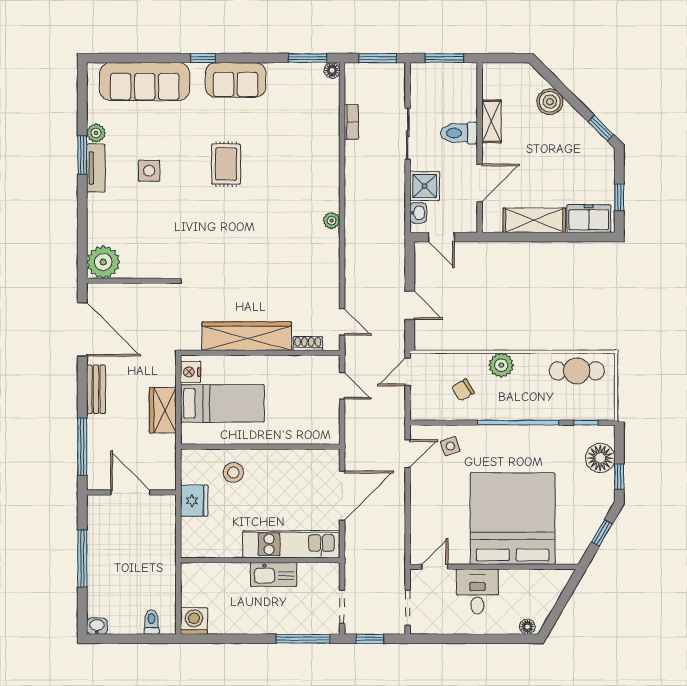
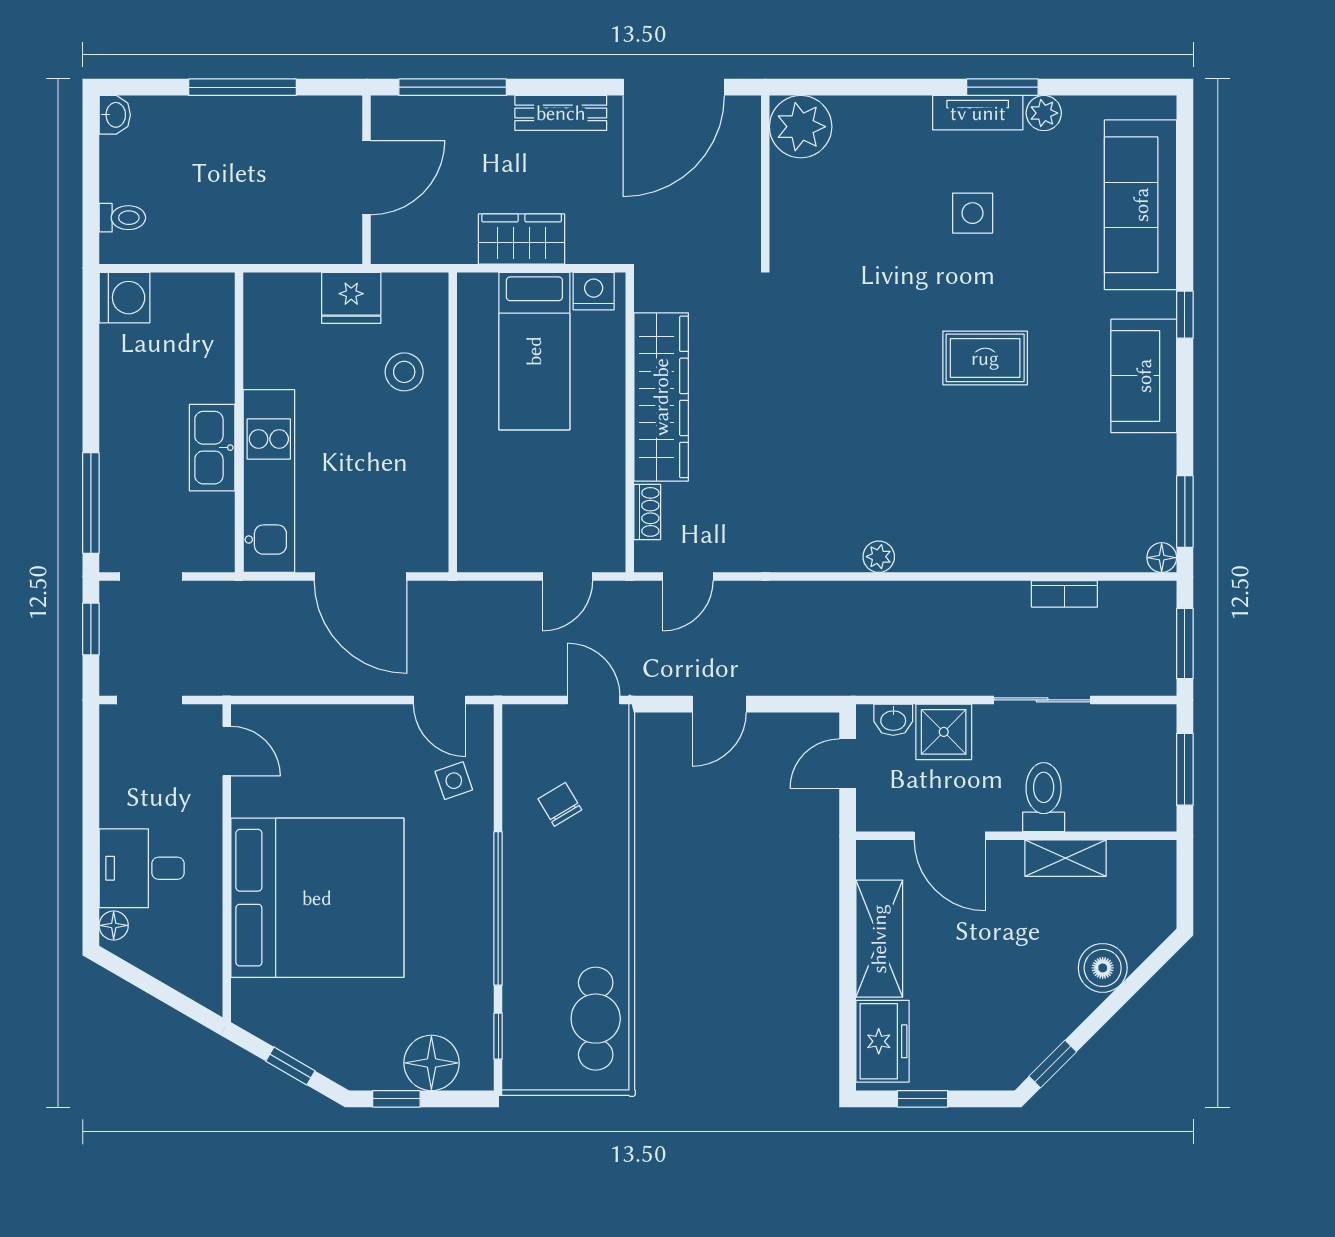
plant: (501, 365) -> (606, 876), removed
desk: (477, 591) -> (142, 868), moved, turned 180

